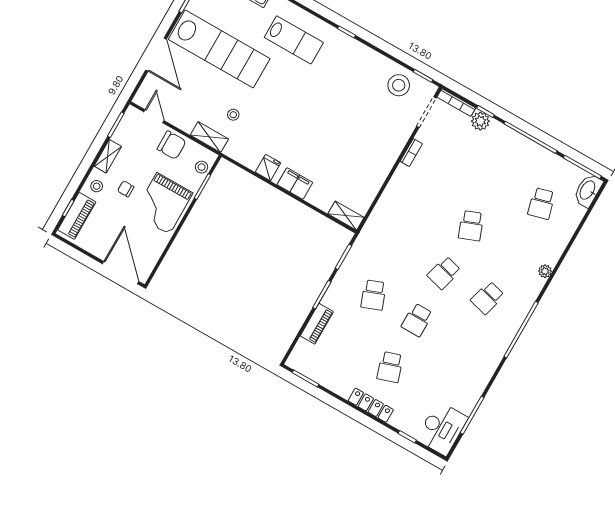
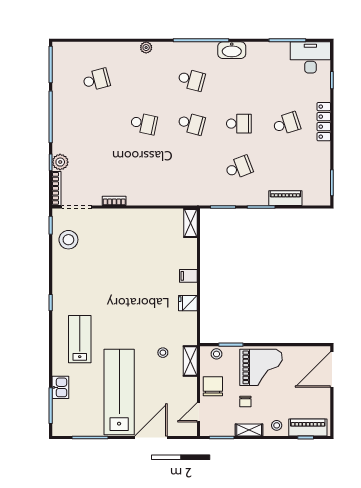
filing cabinet: (295, 184) -> (188, 276), width x0.50
chair: (126, 189) -> (245, 402), moved
washbasin: (588, 190) -> (232, 50), moved
school desk: (471, 226) -> (144, 124), turned 33

